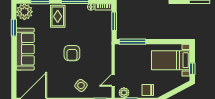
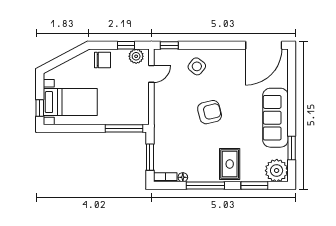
armchair: (72, 53) -> (210, 112), turned 76
window: (192, 69) -> (40, 108), moved

